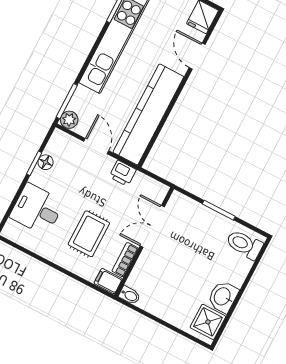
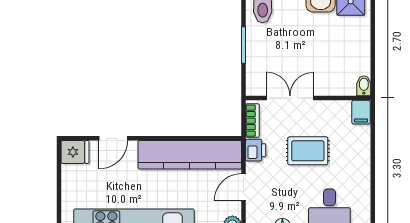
double door: (152, 226) -> (290, 98), swing flipped
rug: (89, 234) -> (308, 151), moved
bookcase: (125, 260) -> (252, 121), moved, turned -90

